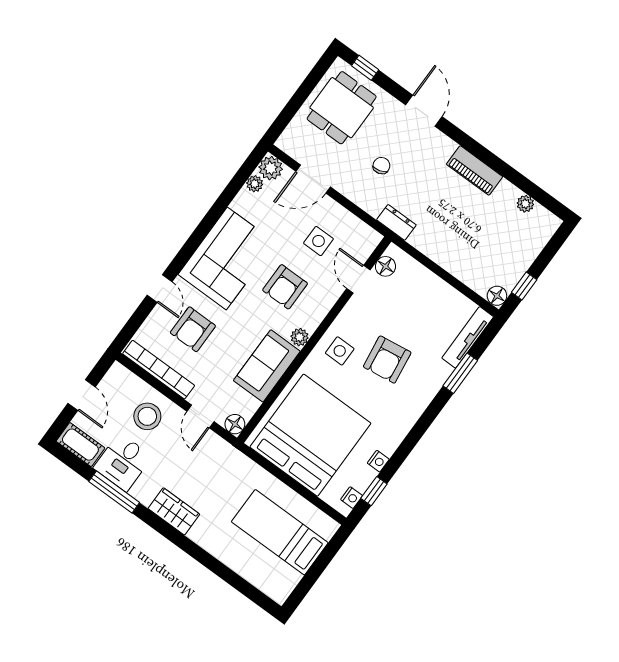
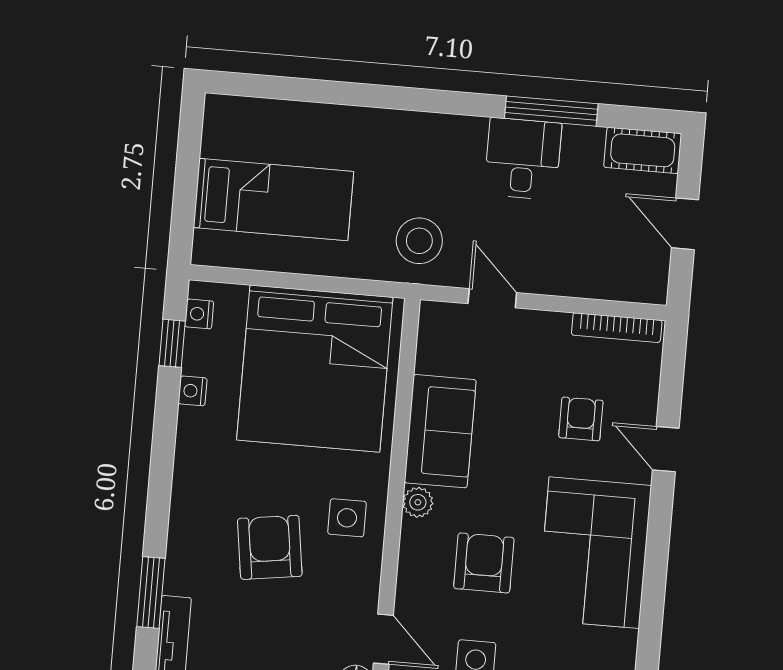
armchair: (193, 329) -> (581, 419), width x0.72, depth x0.72
bookcase: (159, 370) -> (617, 328), width x0.68, depth x0.76
stool: (147, 416) -> (419, 241), moved
floor lamp: (235, 424) -> (435, 317), removed
desk: (123, 462) -> (523, 159), moved
wardrobe: (174, 511) -> (447, 136), removed

